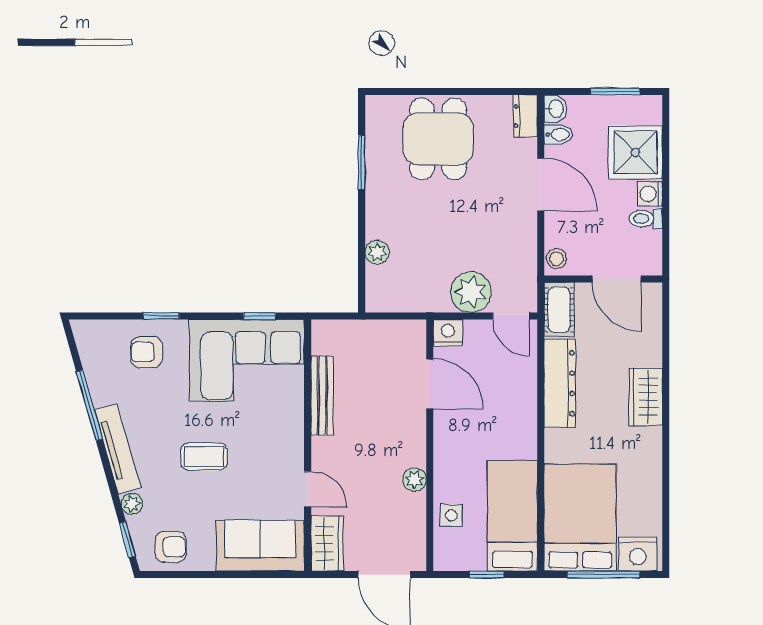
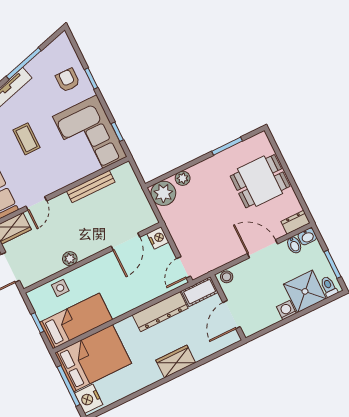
door: (541, 185) -> (262, 249), swing flipped
toilet: (646, 219) -> (329, 287), moved
plant: (471, 292) -> (163, 193), moved

